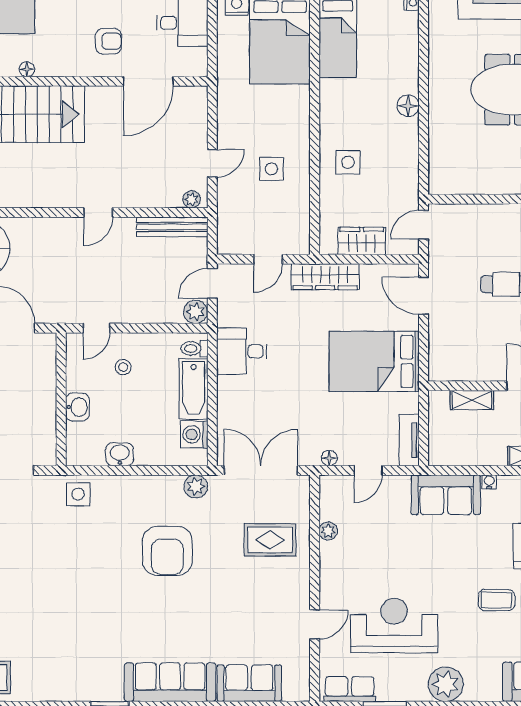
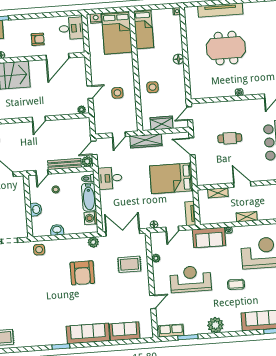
bench: (172, 227) -> (64, 164), moved
reception desk: (394, 625) -> (191, 279), moved

